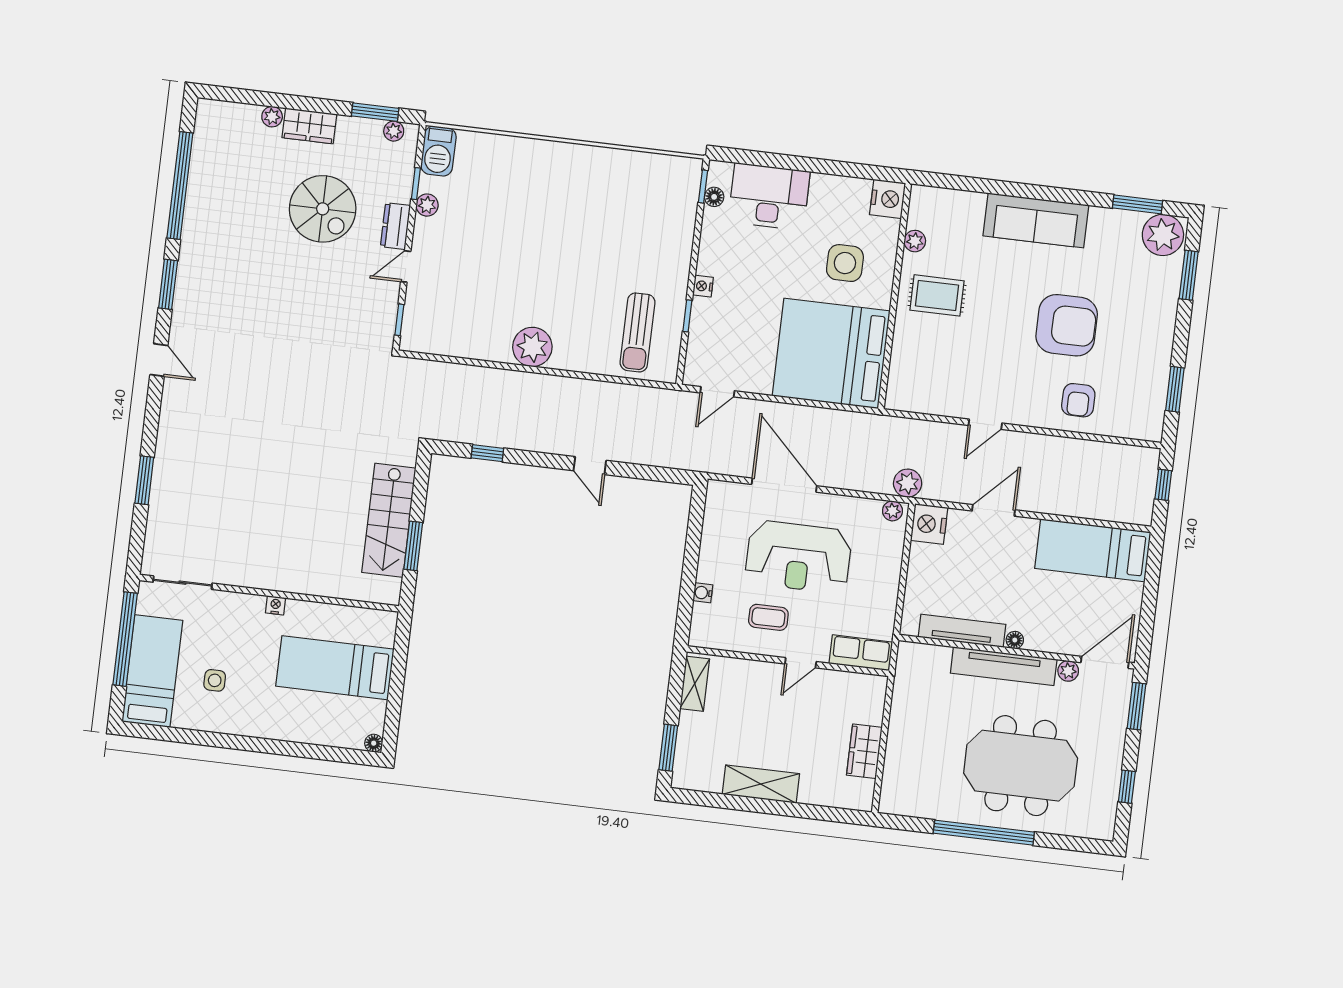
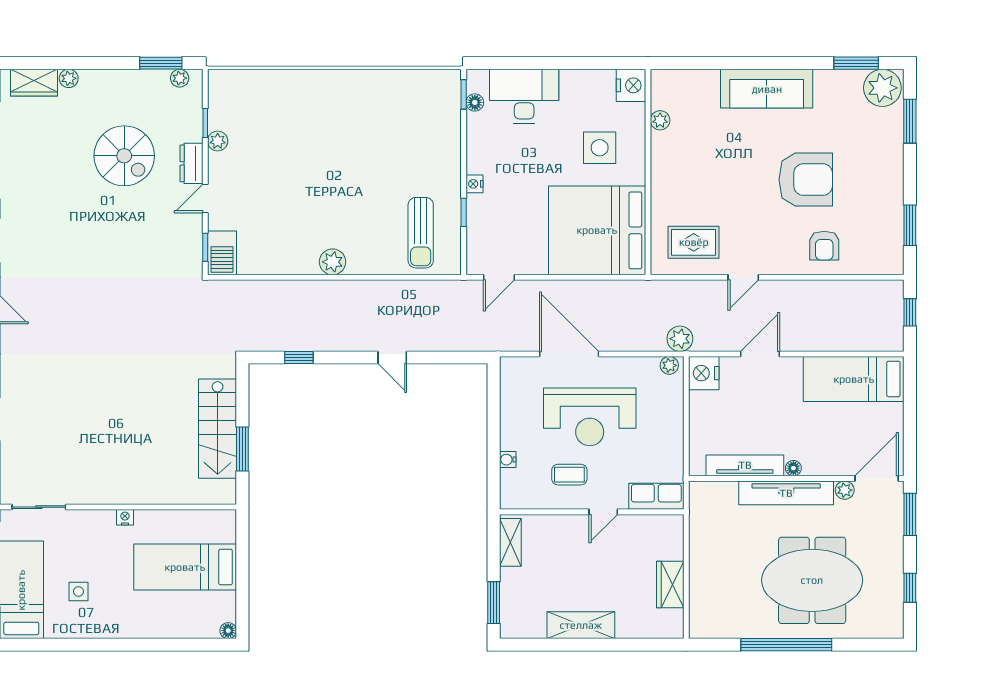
wardrobe: (309, 126) -> (34, 83), moved
barbecue: (438, 151) -> (222, 253), moved
rug: (937, 295) -> (694, 242), moved
plant: (532, 347) -> (333, 262), width x0.73, depth x0.73

